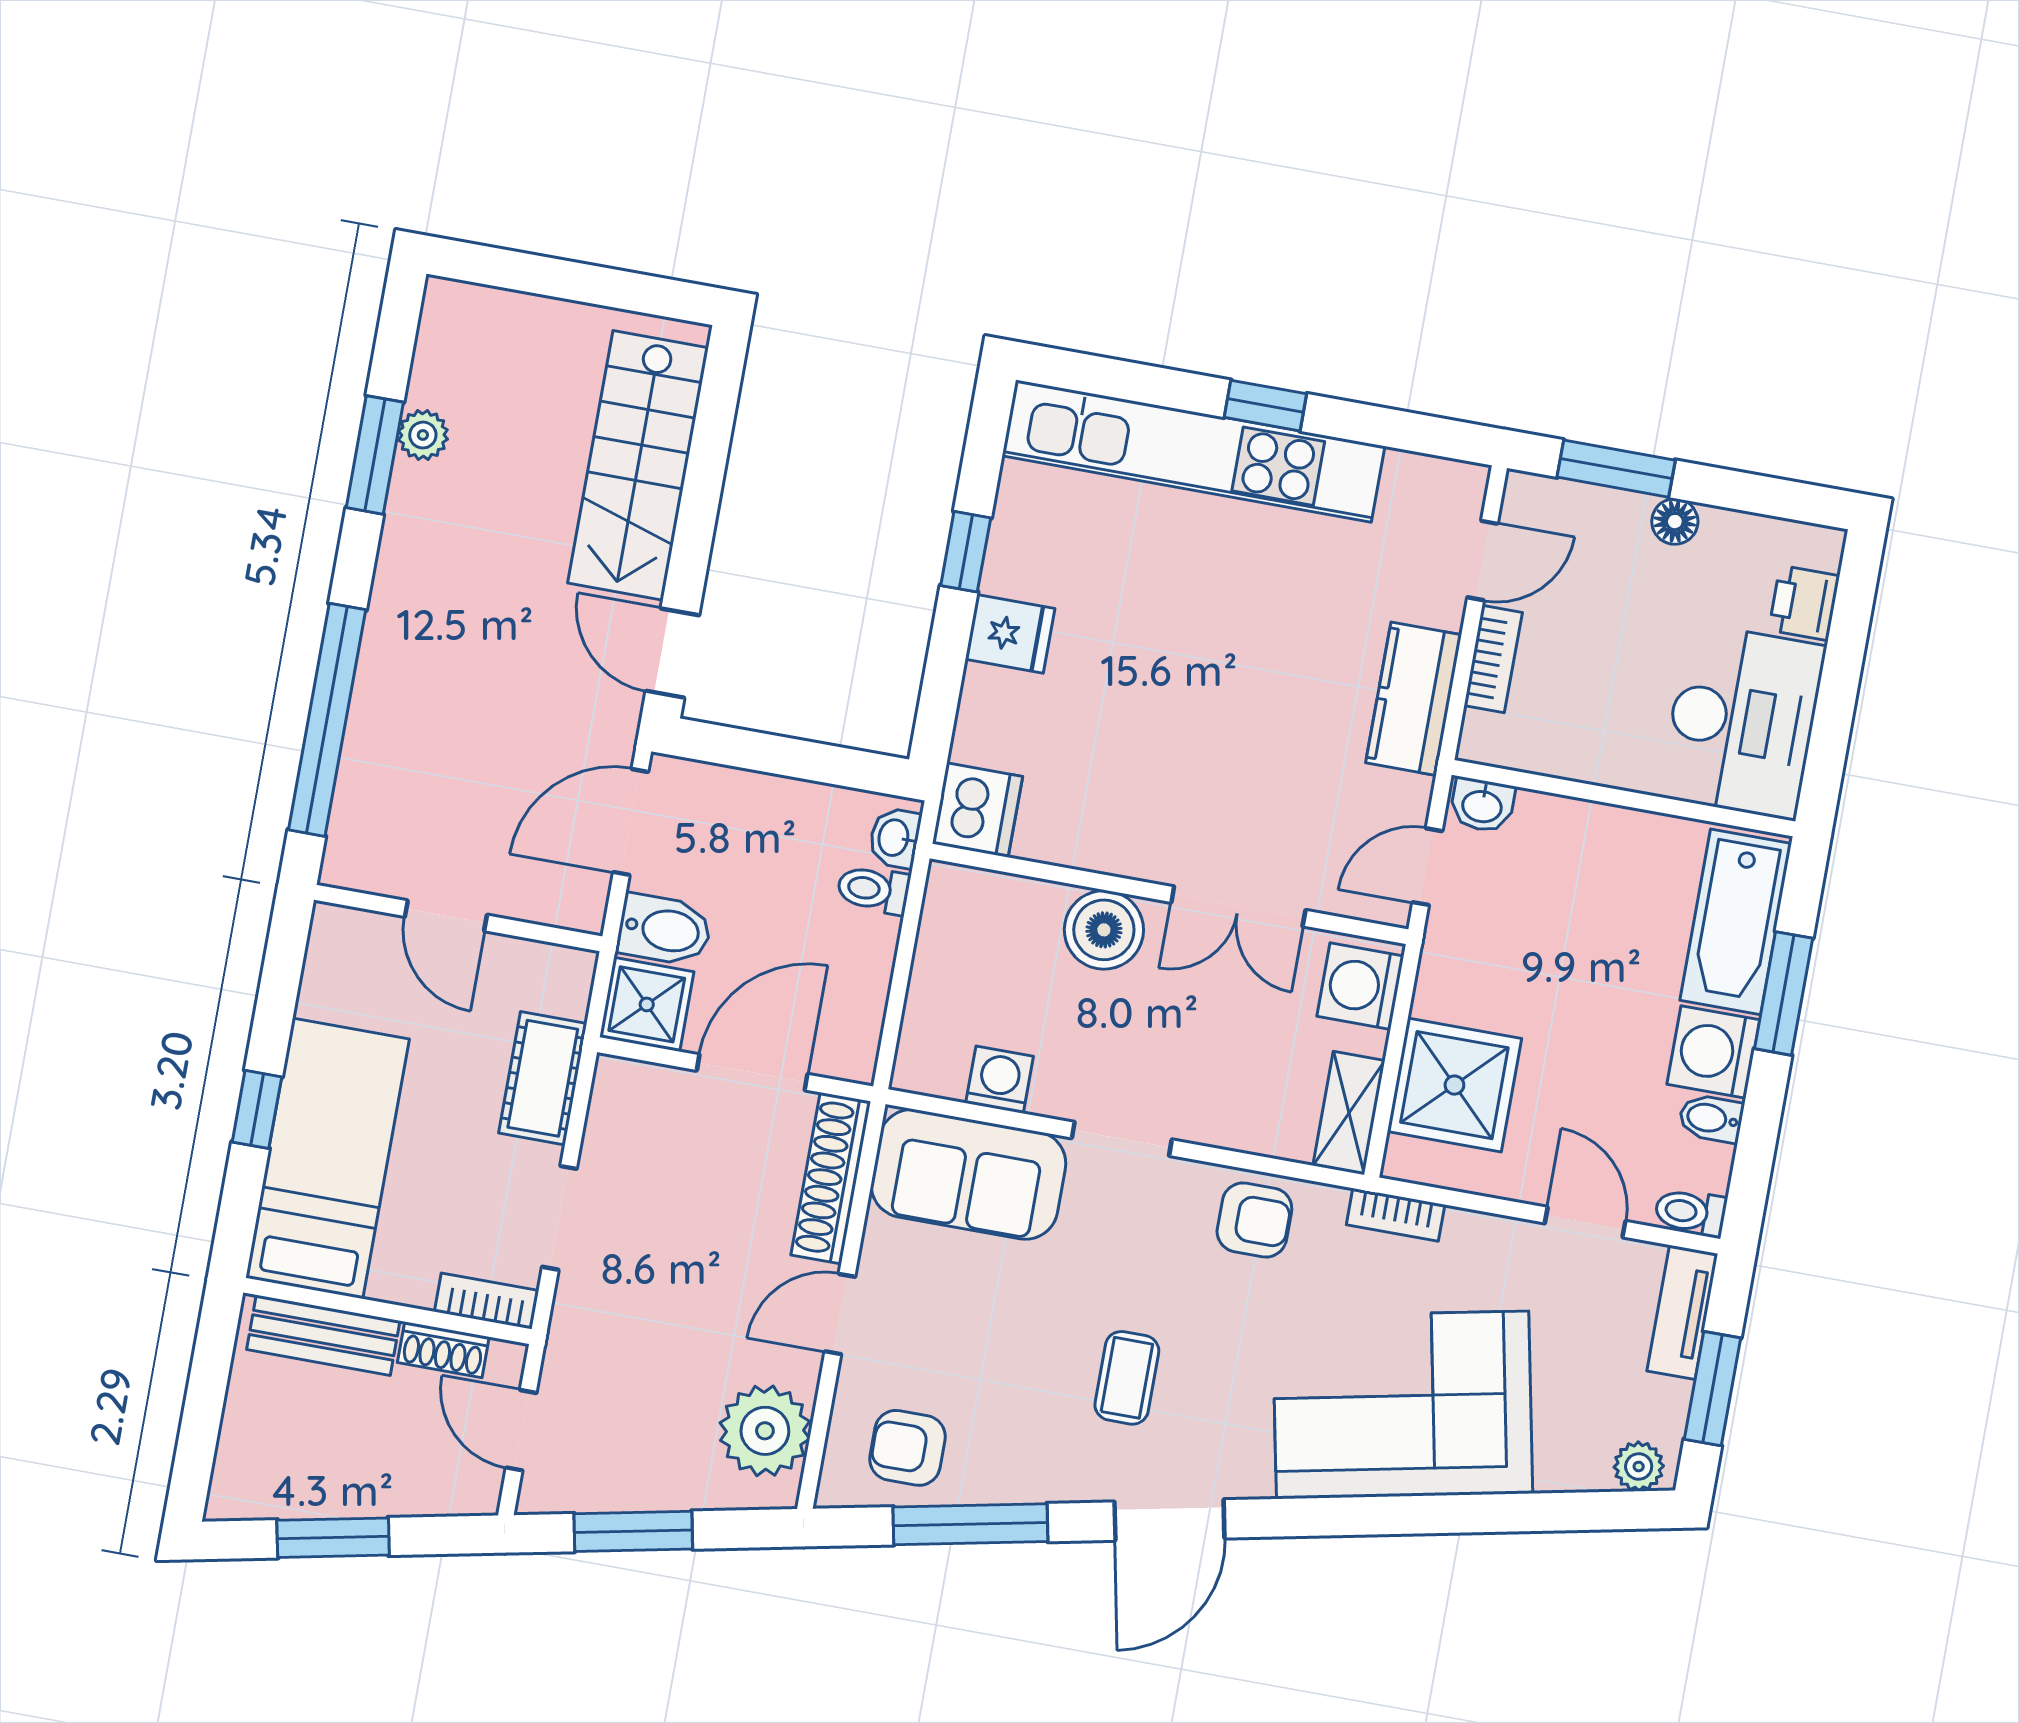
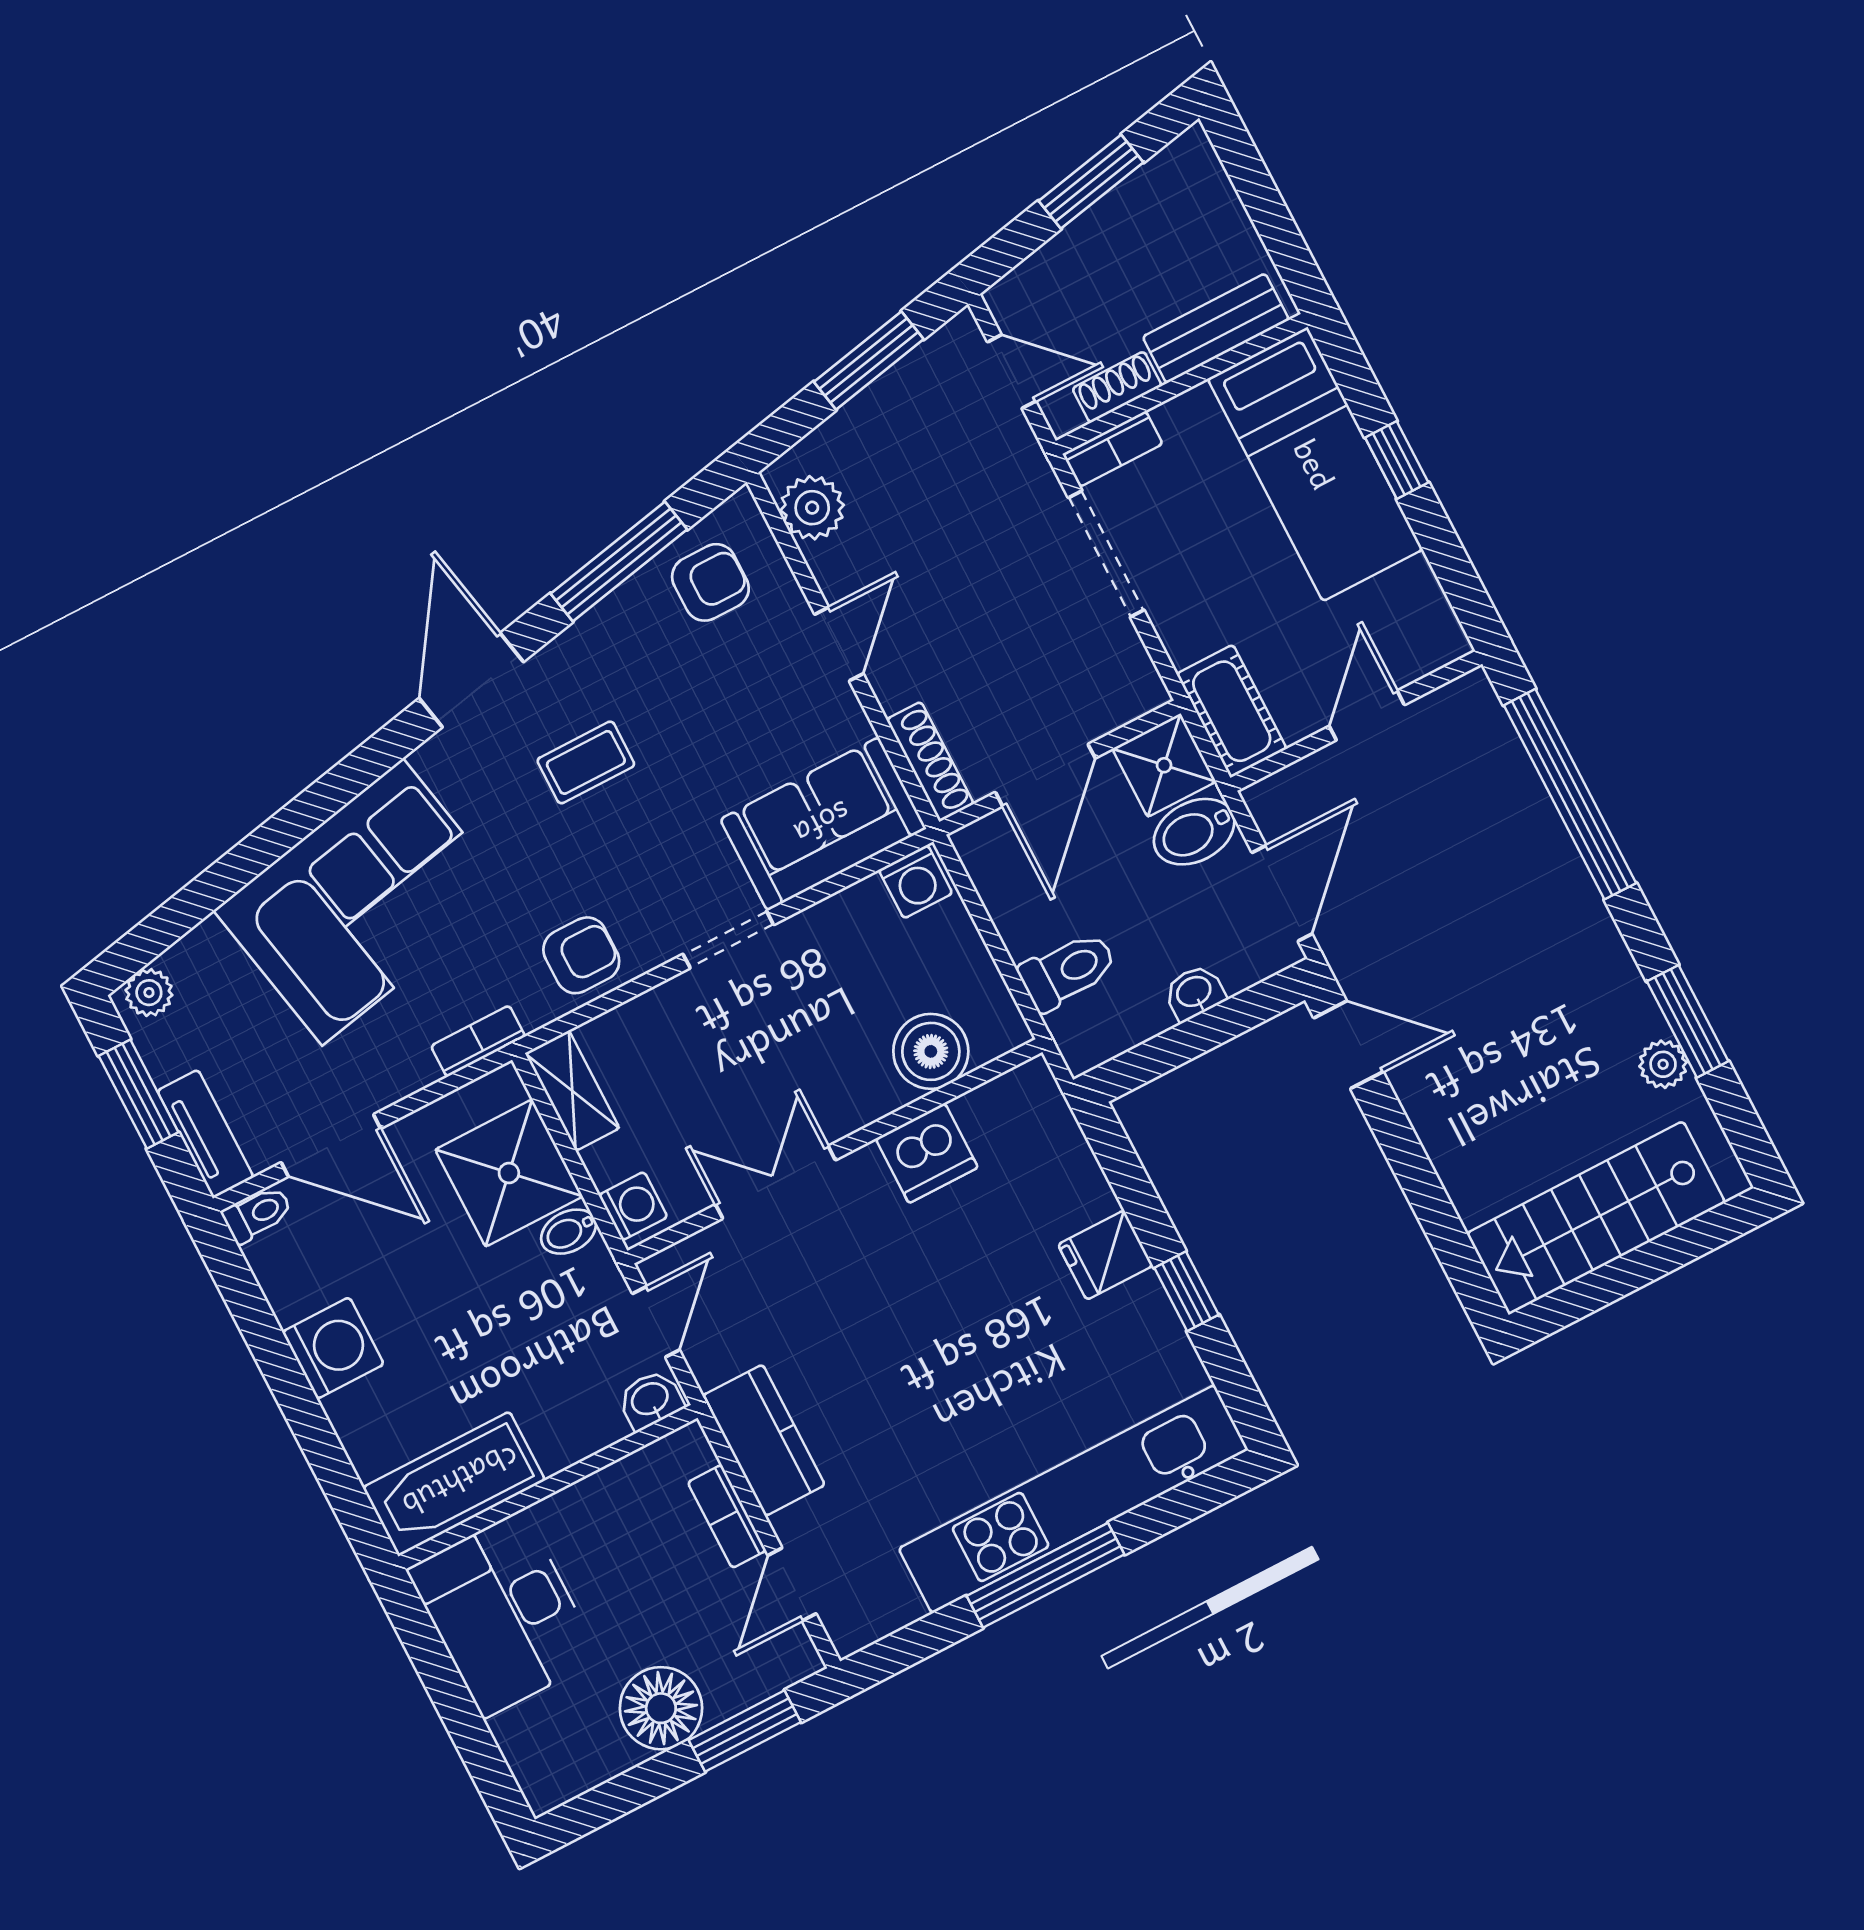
window: (1265, 406) -> (1046, 1575), width x2.17
stairs: (638, 465) -> (1596, 1218), moved, turned -90
floor lamp: (1675, 522) -> (661, 1708), width x1.89, depth x1.89
printer: (1804, 603) -> (525, 1739), removed
dishwasher: (977, 810) -> (927, 1153), moved, turned -90
washbasin: (895, 838) -> (1194, 993), moved, turned -90
toilet: (873, 890) -> (1068, 971), width x1.37, depth x1.39
door: (446, 916) -> (1367, 715), hinge flipped
bathtub: (1736, 922) -> (454, 1484), moved, turned -90
boiler: (1104, 930) -> (931, 1051), moved
washing machine: (1360, 986) -> (633, 1206), width x0.73, depth x0.73
window: (1784, 993) -> (314, 1433), removed
cot: (543, 1078) -> (1232, 711), moved
washing machine: (1000, 1080) -> (916, 882), moved
bidet: (1711, 1118) -> (569, 1232), moved, turned 180
shoe rack: (831, 1178) -> (930, 762), width x0.74, depth x0.81
doorway: (559, 1218) -> (1106, 554), width x1.38
armchair: (1254, 1220) -> (581, 955), turned 180
door: (1585, 1222) -> (331, 1145), width x1.38
coffee table: (1127, 1378) -> (586, 762), turned 90
plant: (765, 1431) -> (812, 508), width x0.73, depth x0.73

